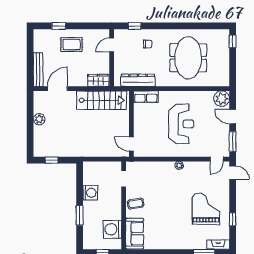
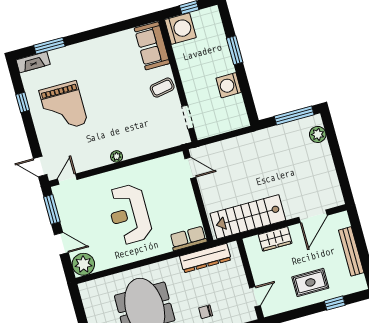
bench: (38, 70) -> (351, 251), moved
wardrobe: (98, 80) -> (275, 239), moved
plant: (39, 119) -> (318, 134), moved
window: (52, 160) -> (294, 116), width x2.17
washing machine: (112, 229) -> (180, 29), moved

